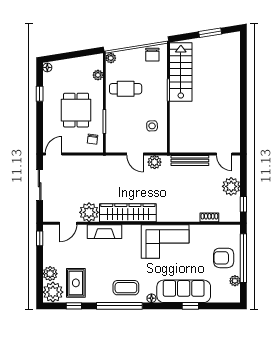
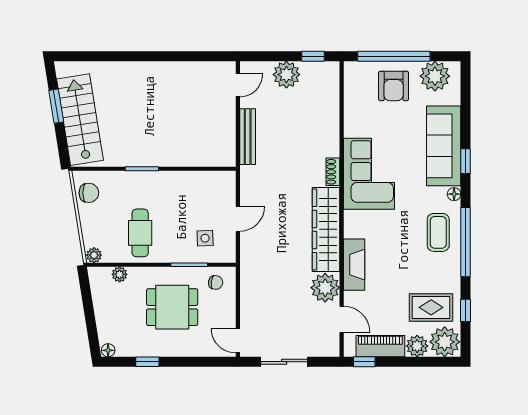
stairs: (181, 72) -> (80, 120), moved, turned 81
side table: (152, 126) -> (205, 238), moved
plant: (155, 162) -> (250, 190), removed
shoe rack: (209, 217) -> (333, 172), moved
piano: (50, 249) -> (380, 346), added
plant: (235, 281) -> (435, 76), width x1.88, depth x1.88
window: (190, 306) -> (465, 161), moved

